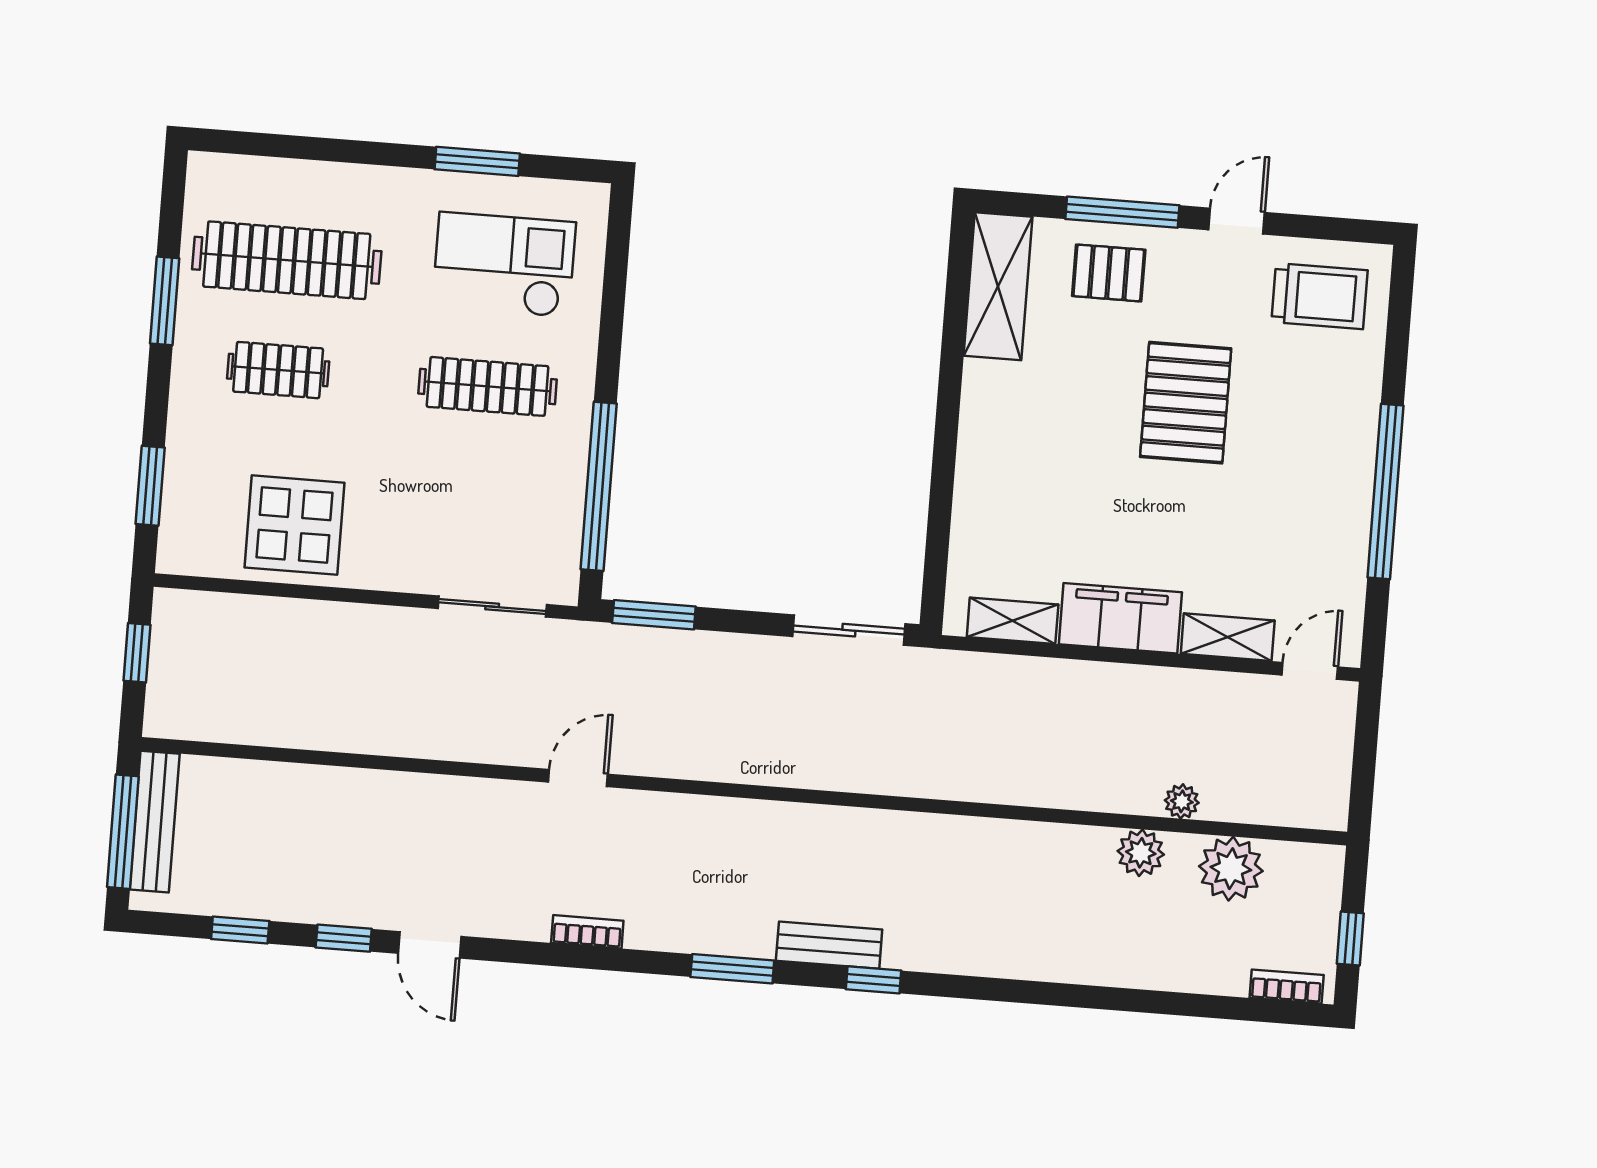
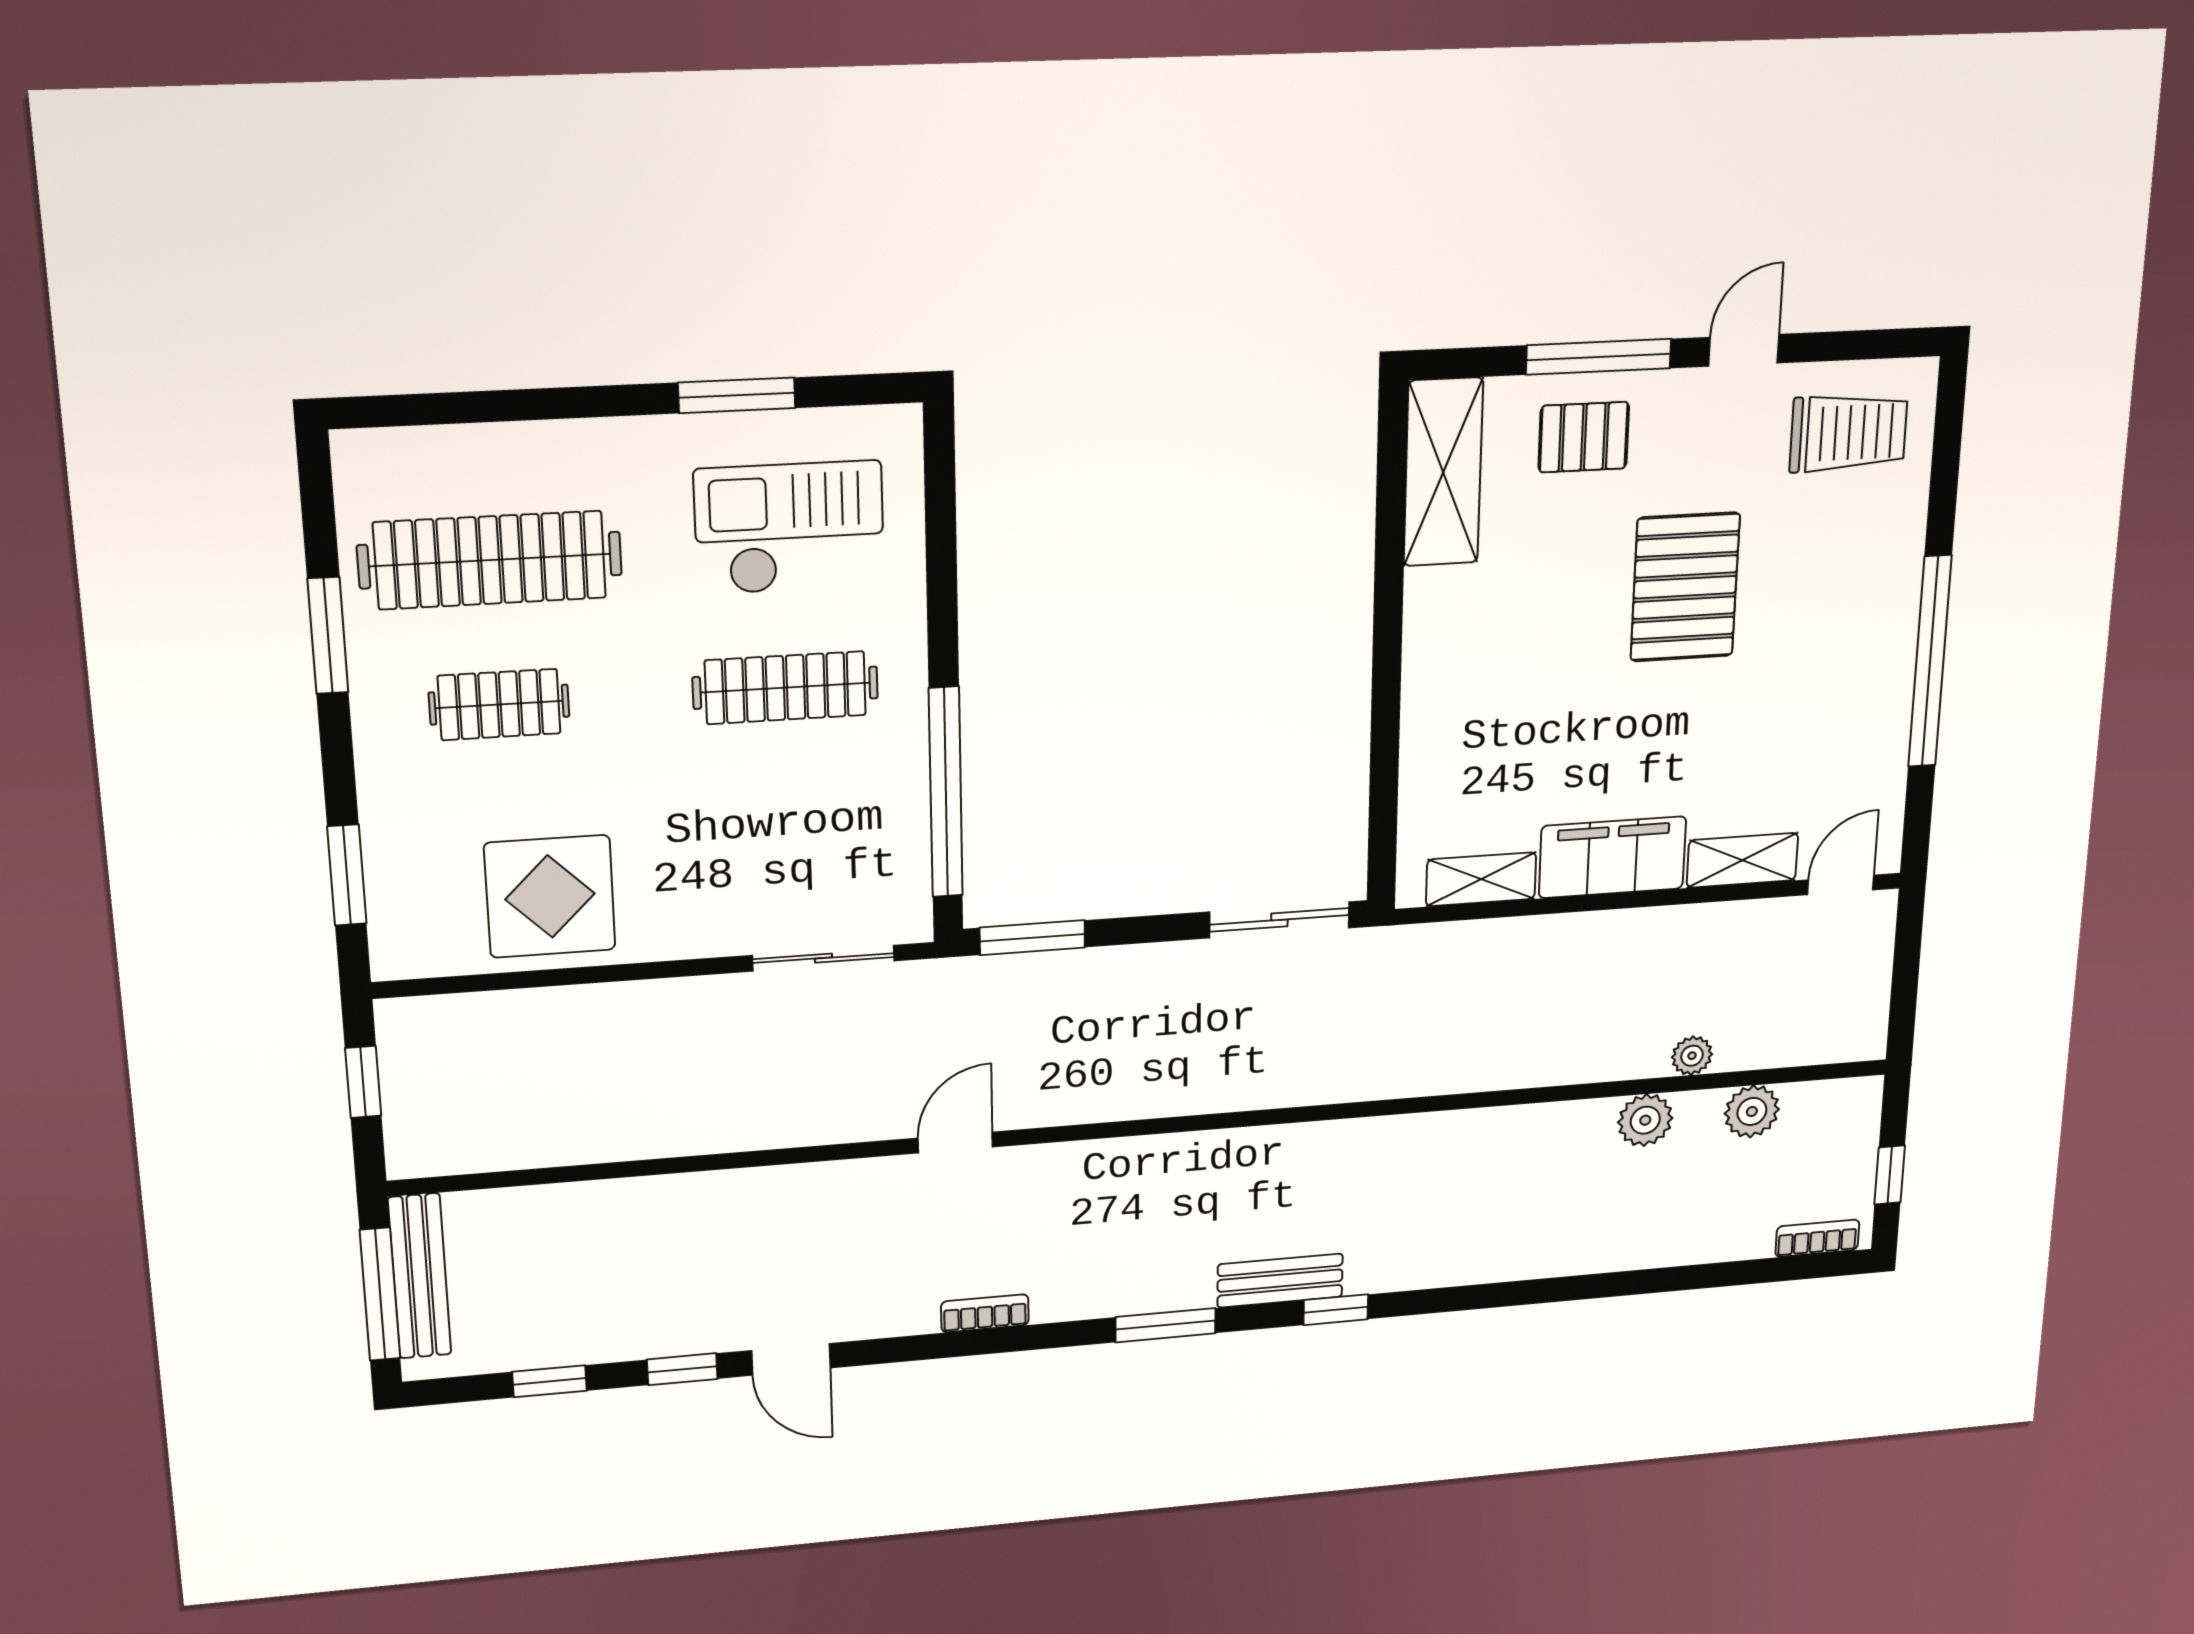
plant: (1231, 869) -> (1752, 1111), width x0.73, depth x0.73

